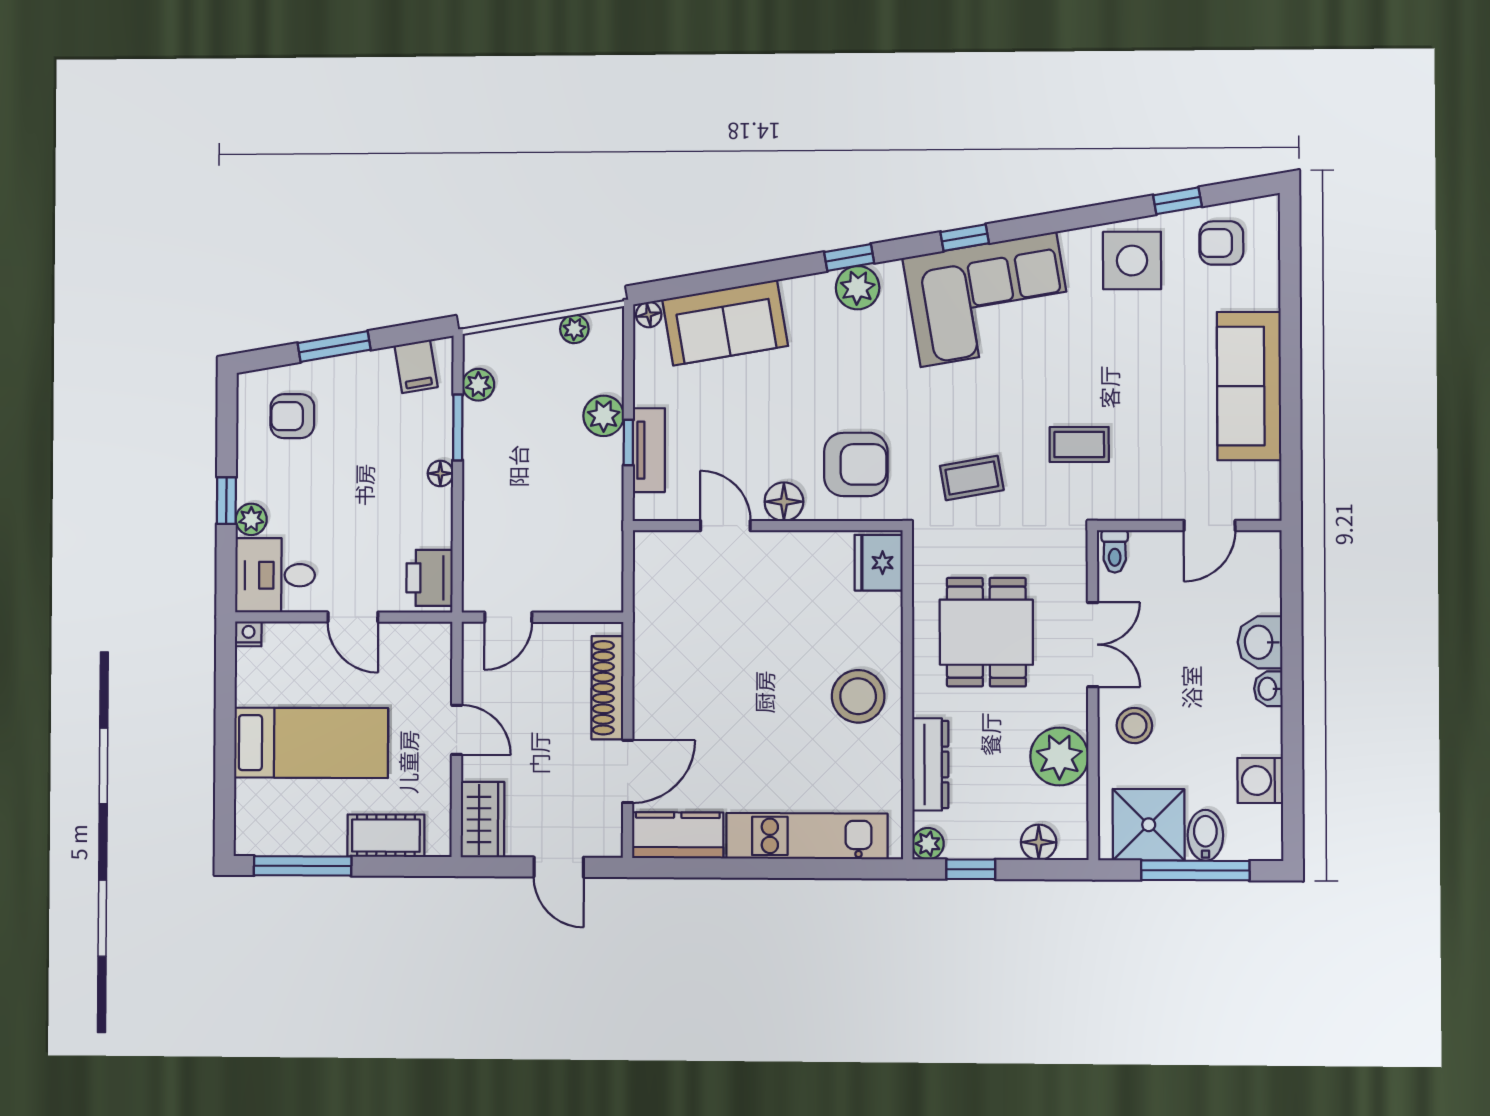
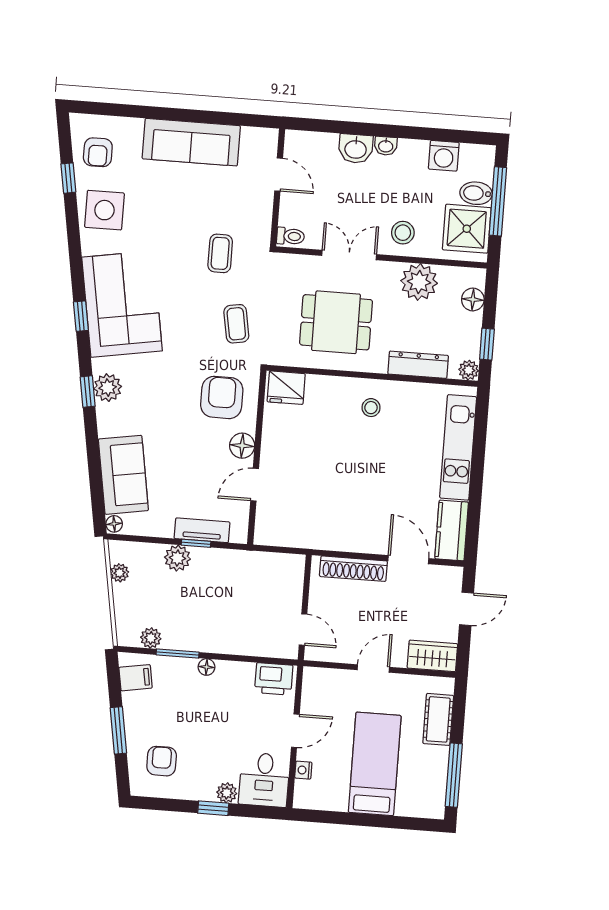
armchair: (292, 416) -> (162, 761), turned 180
nightstand: (249, 634) -> (303, 770), moved
stool: (858, 696) -> (371, 408), width x0.53, depth x0.53

